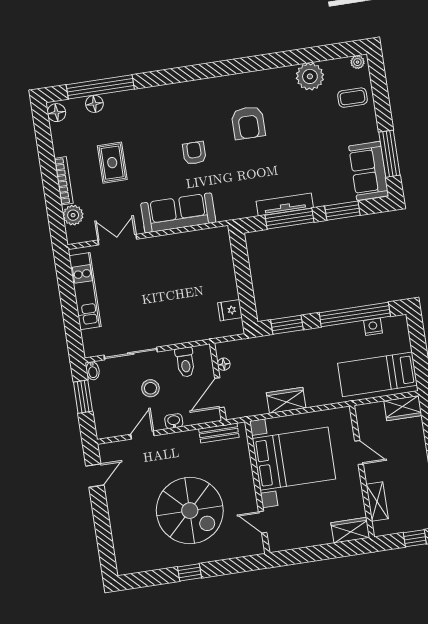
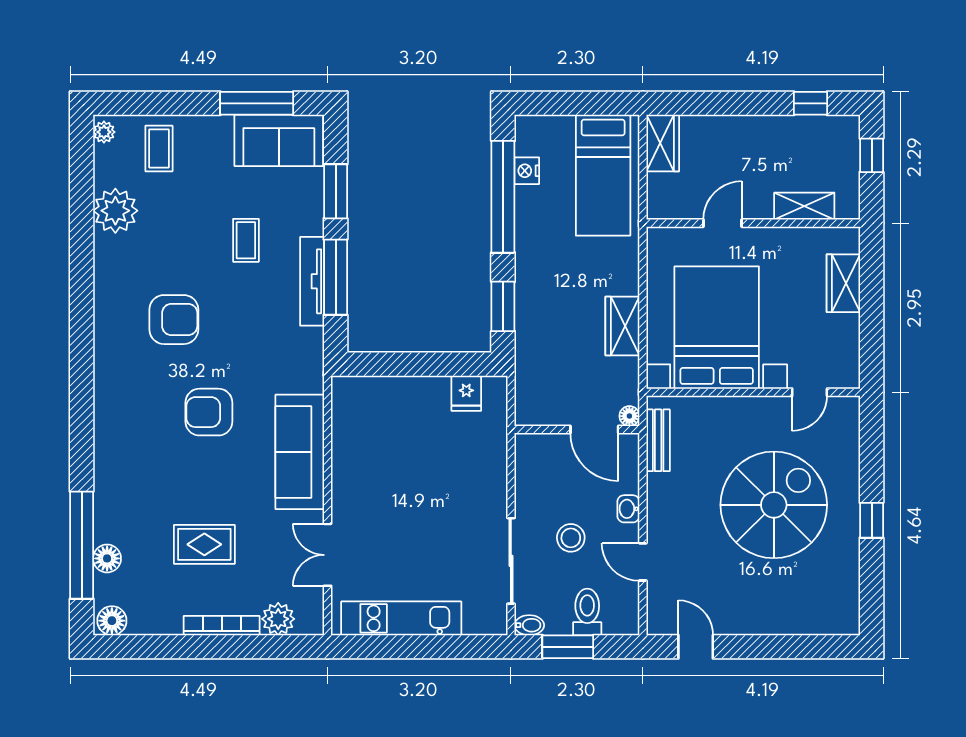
armchair: (194, 153) -> (209, 412), width x1.38, depth x1.38
coffee table: (304, 160) -> (246, 240), added
toilet: (185, 362) -> (587, 612), moved, turned -90
floor lamp: (224, 364) -> (629, 416), moved
wardrobe: (350, 530) -> (843, 283), moved

